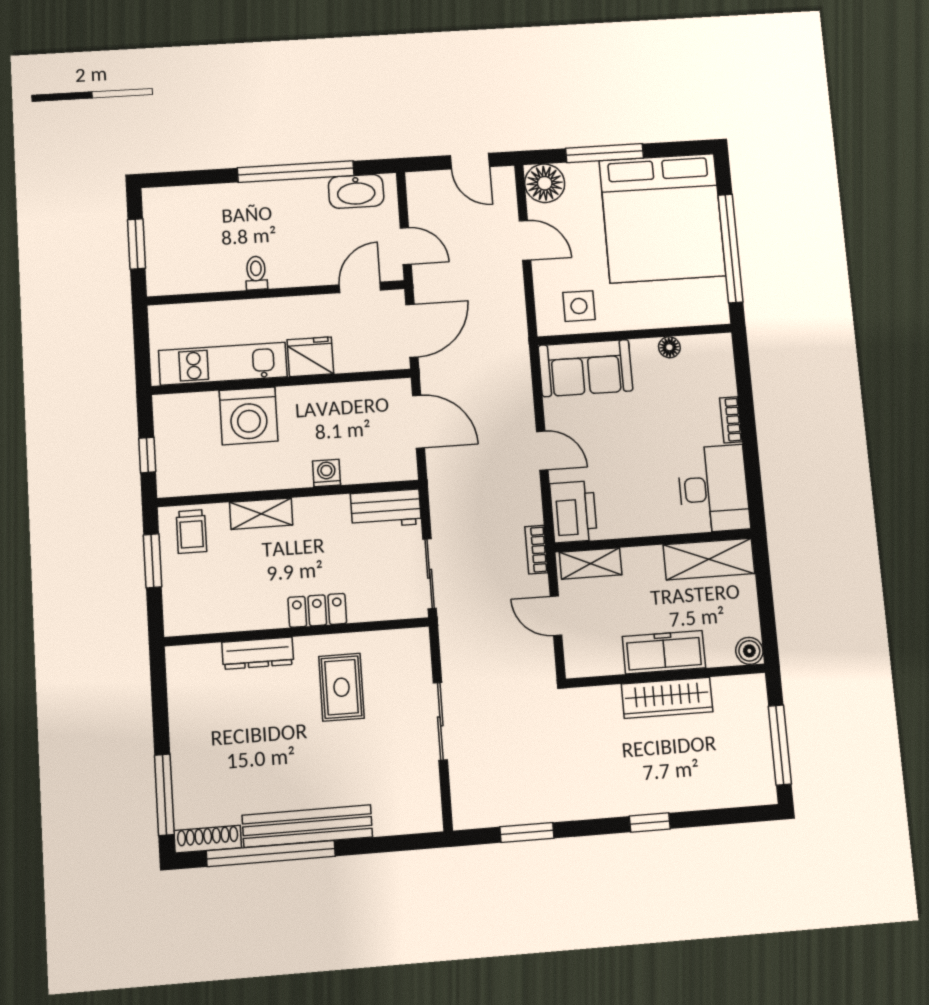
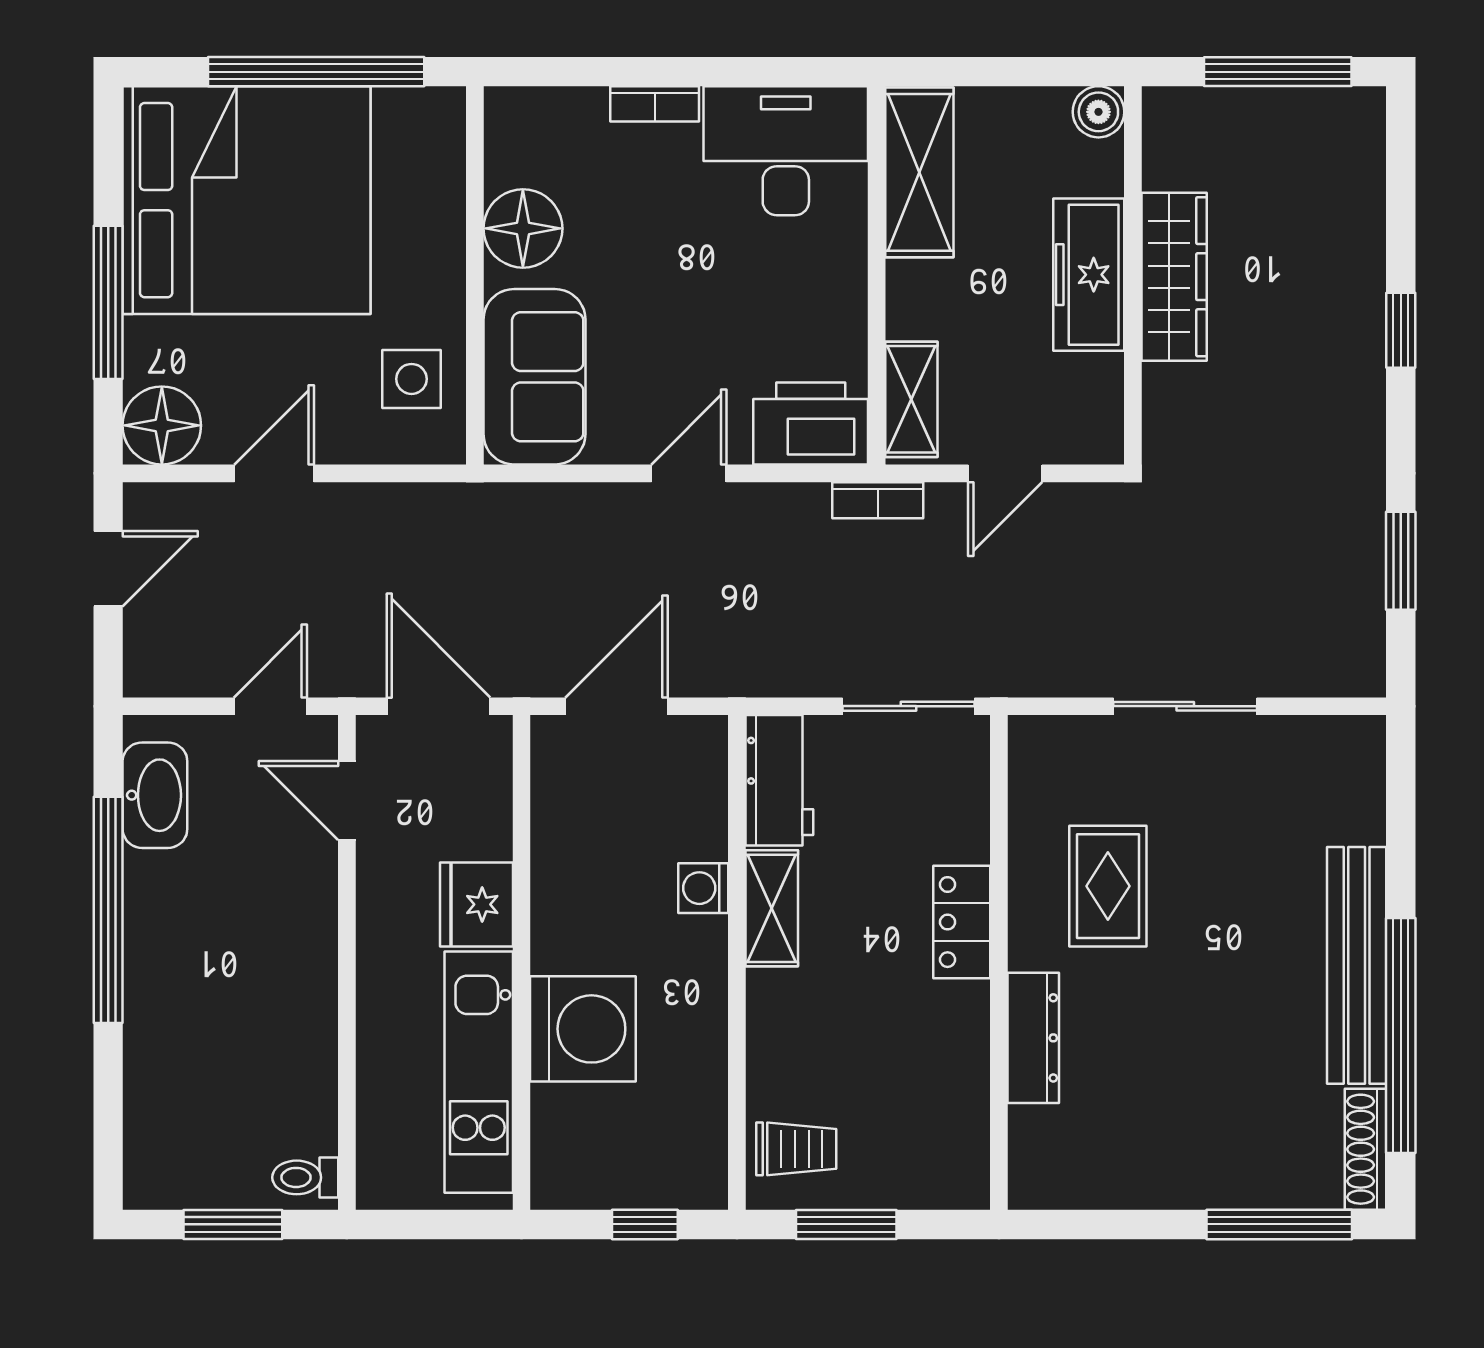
toilet: (256, 273) -> (305, 1177), moved
floor lamp: (669, 347) -> (523, 228), width x1.89, depth x1.89
shelving: (261, 514) -> (772, 908), moved
rug: (341, 687) -> (1108, 886), turned 90

